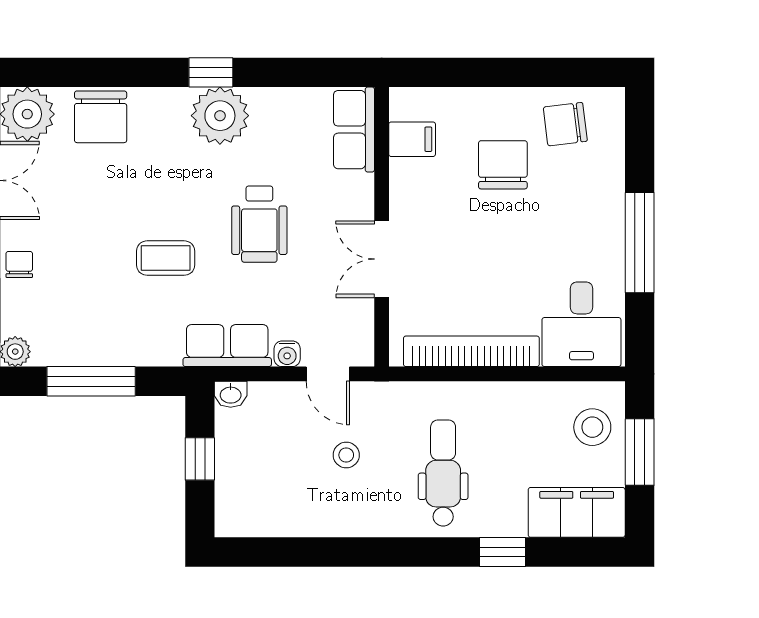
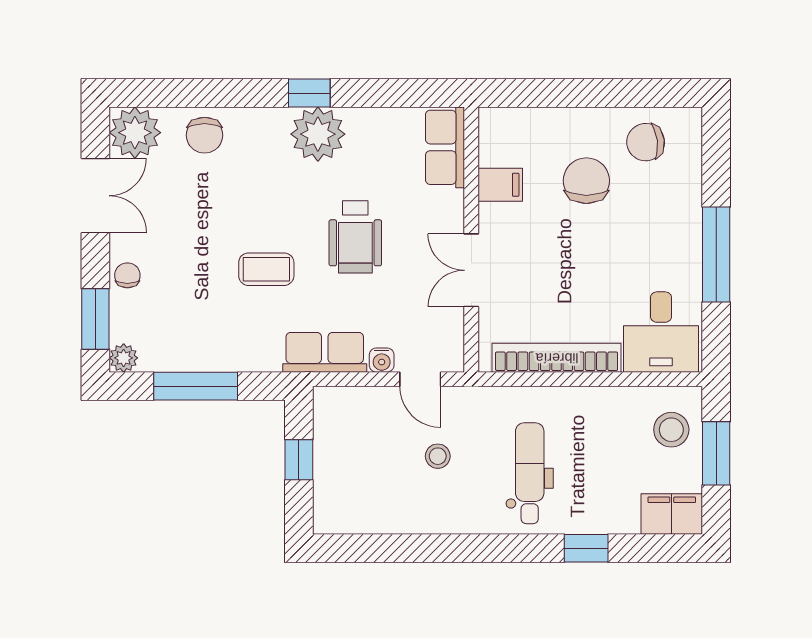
chair: (101, 117) -> (205, 135), width x0.73, depth x0.73
filing cabinet: (412, 139) -> (500, 185), moved
washbasin: (231, 394) -> (328, 399), removed
filing cabinet: (577, 512) -> (672, 514), width x0.67, depth x0.86

